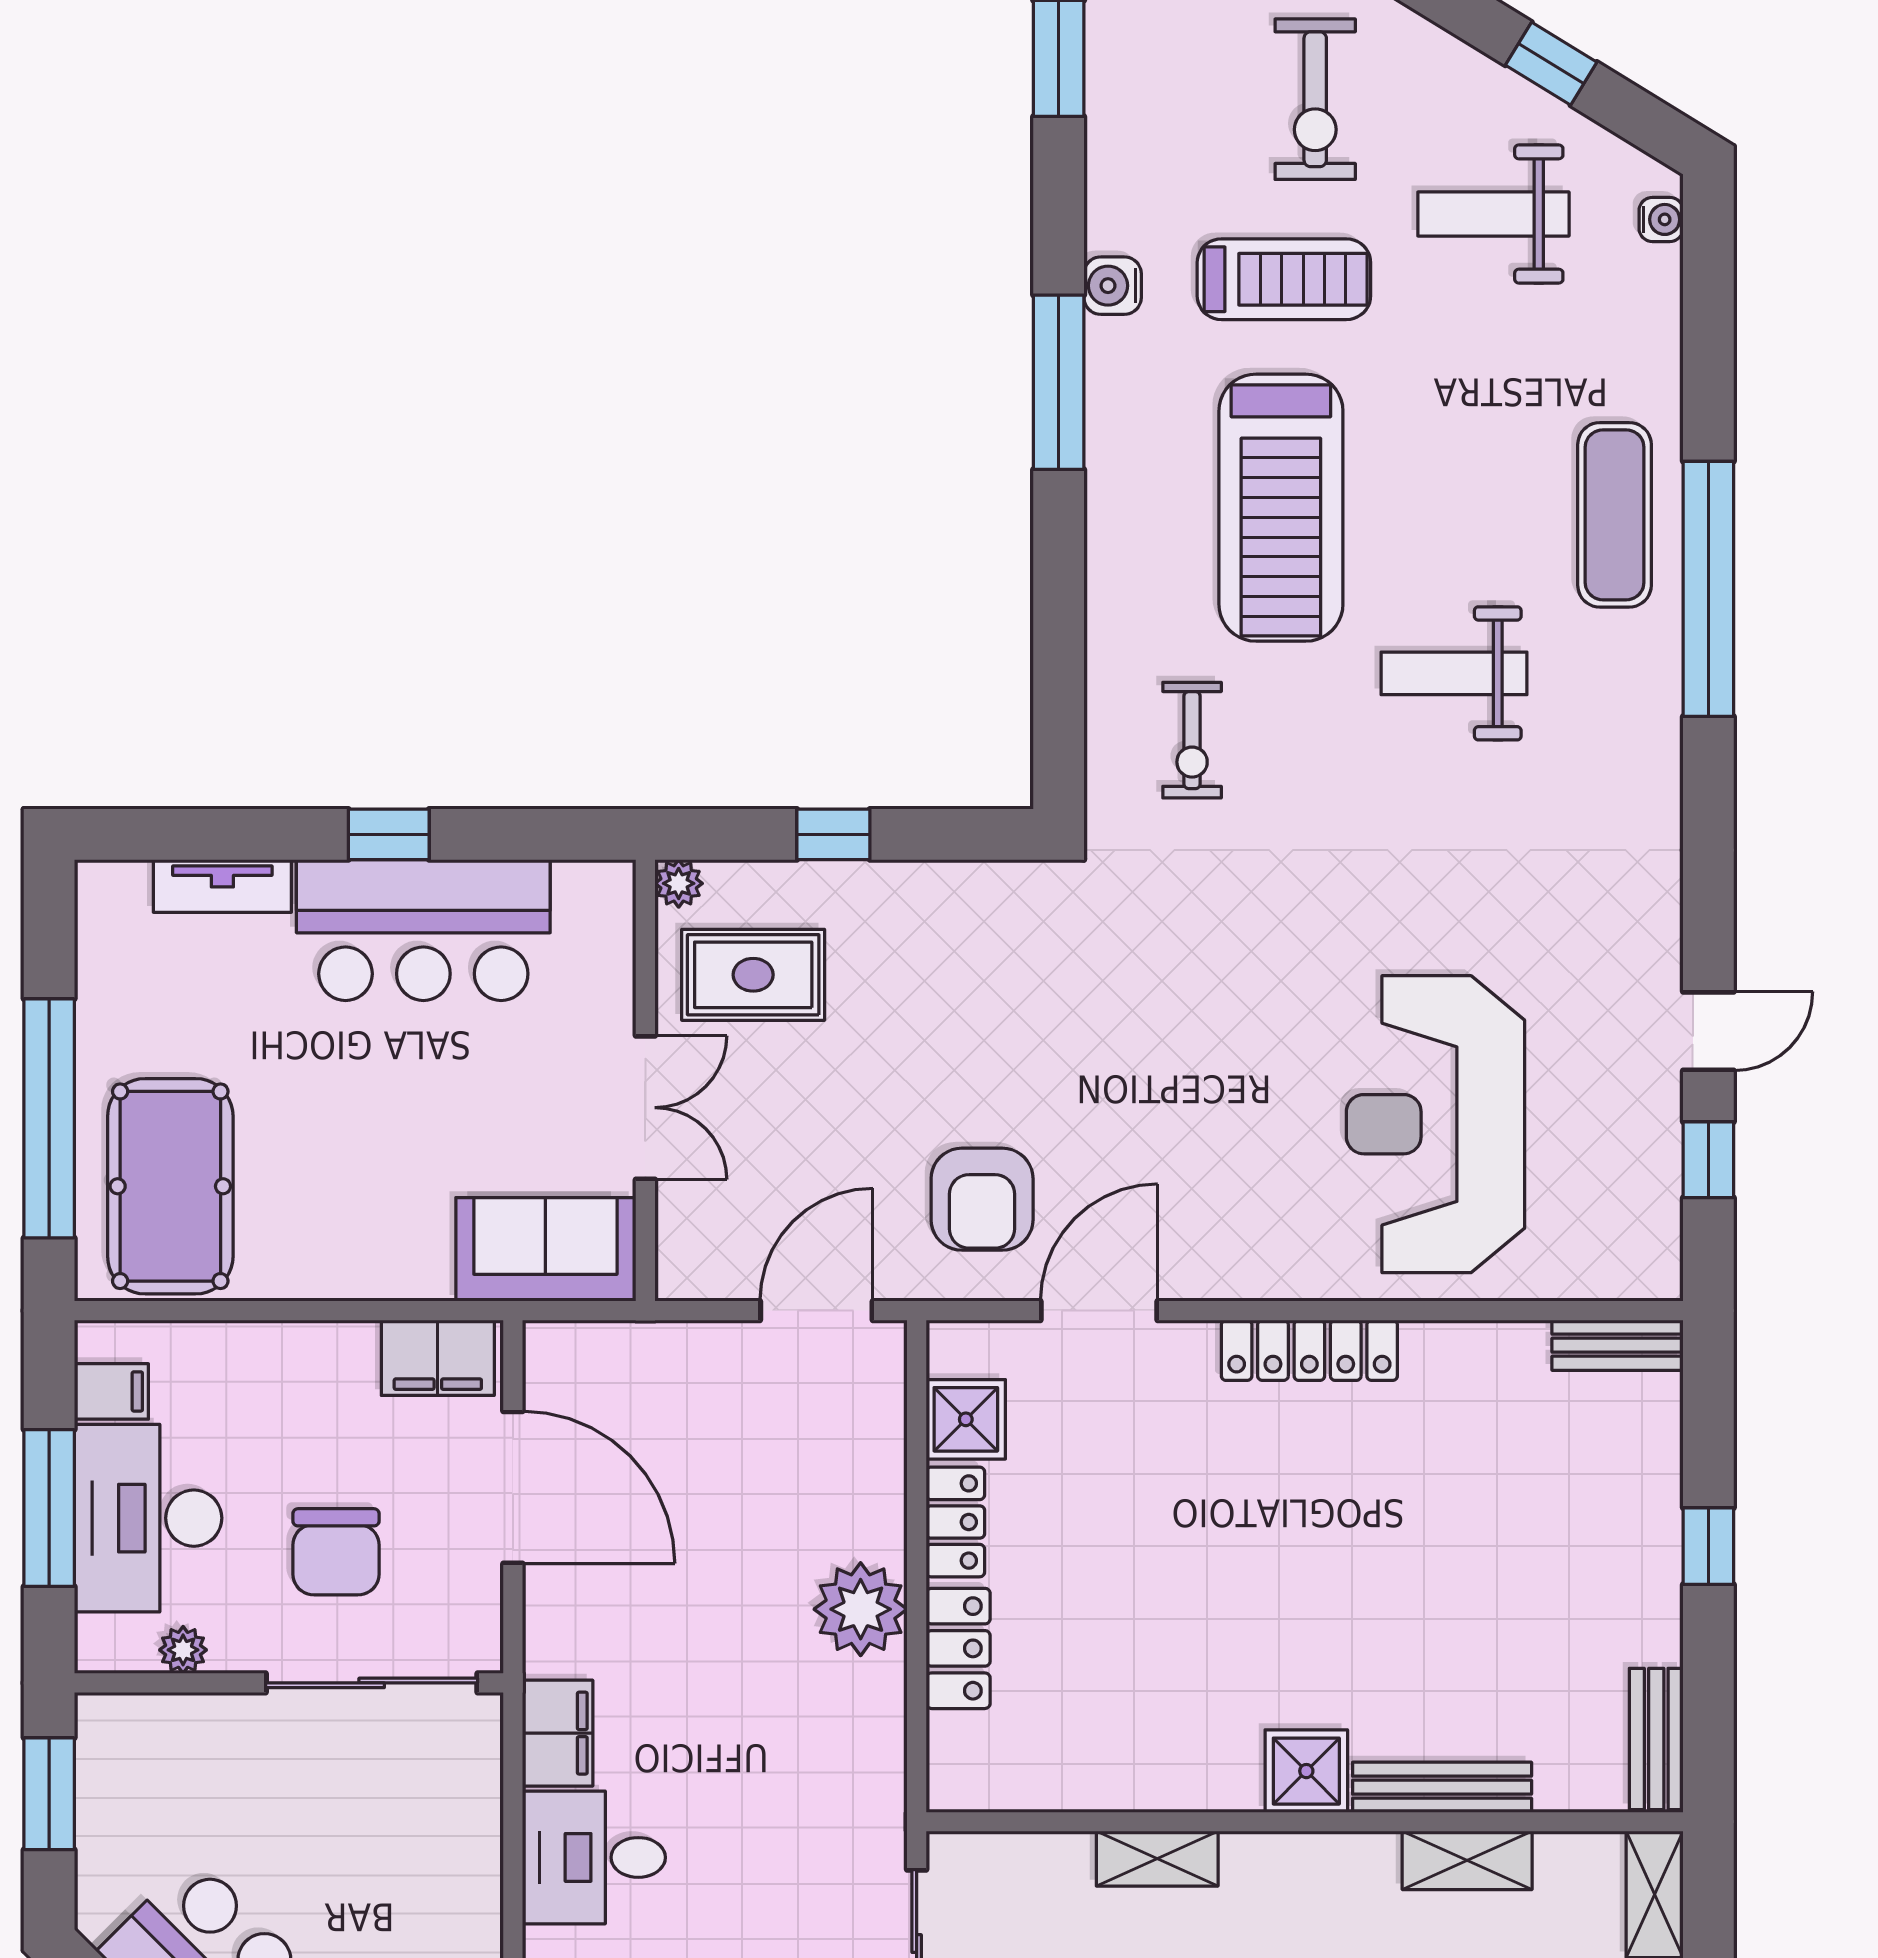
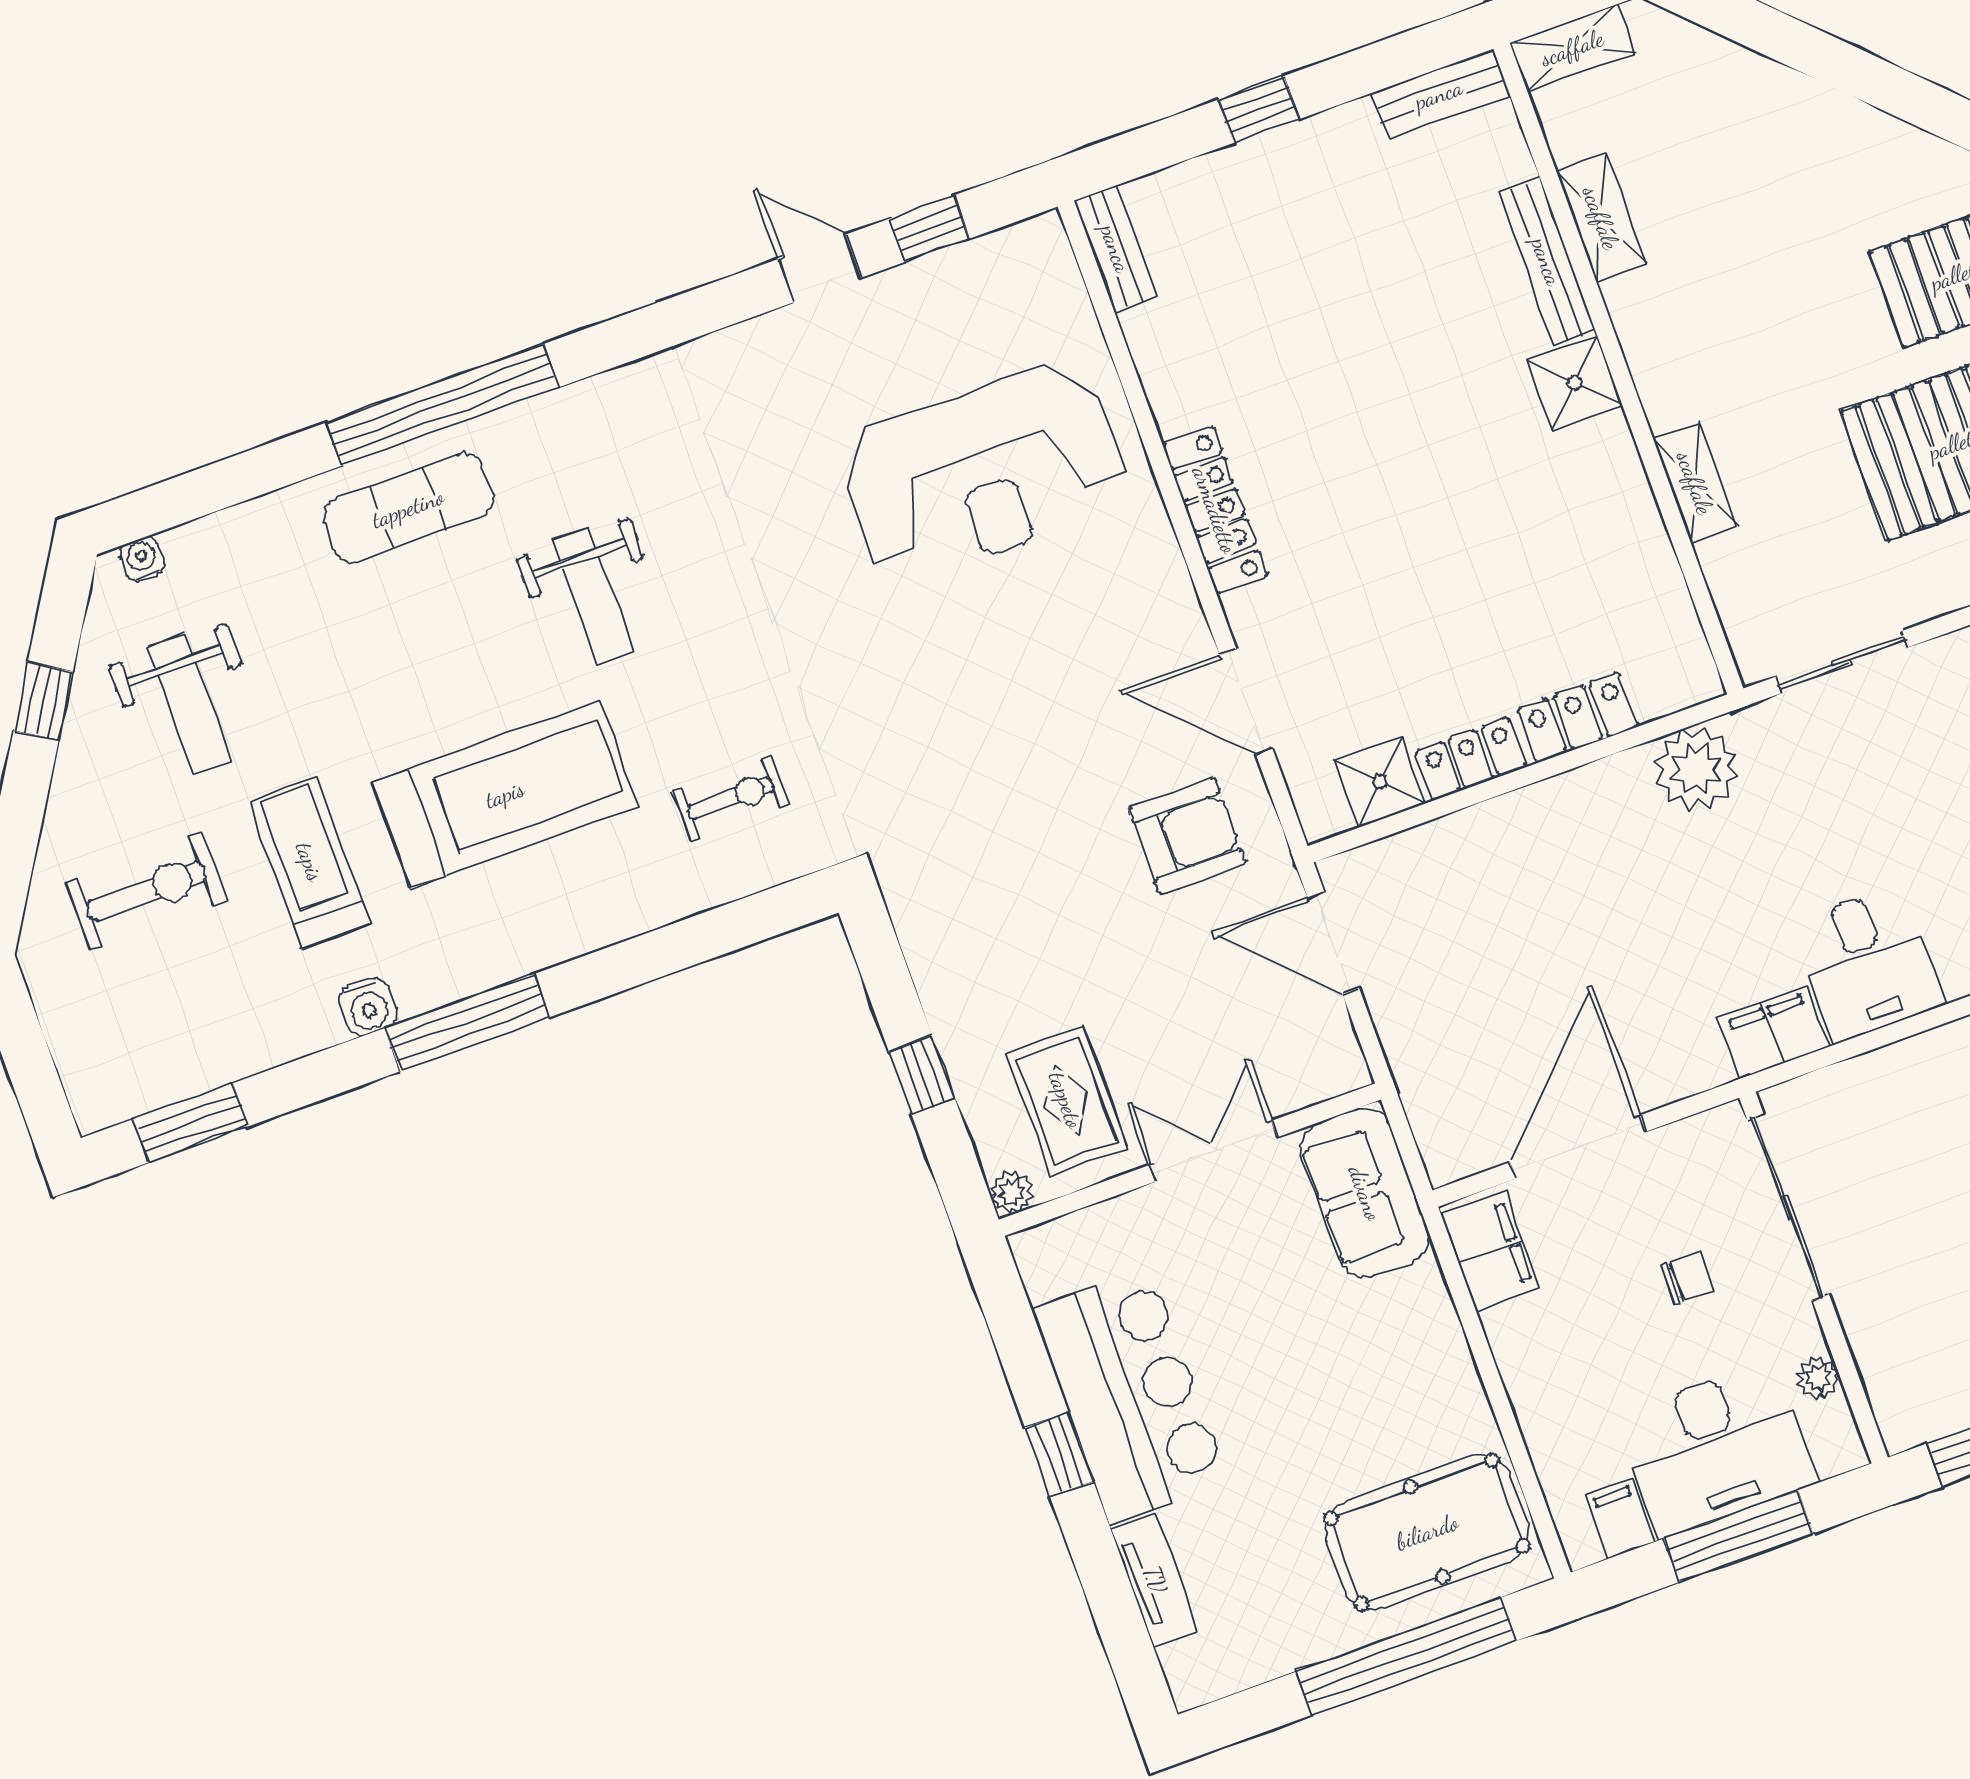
chair: (336, 1552) -> (1687, 1278), width x0.54, depth x0.54
plant: (861, 1609) -> (1696, 769), moved

